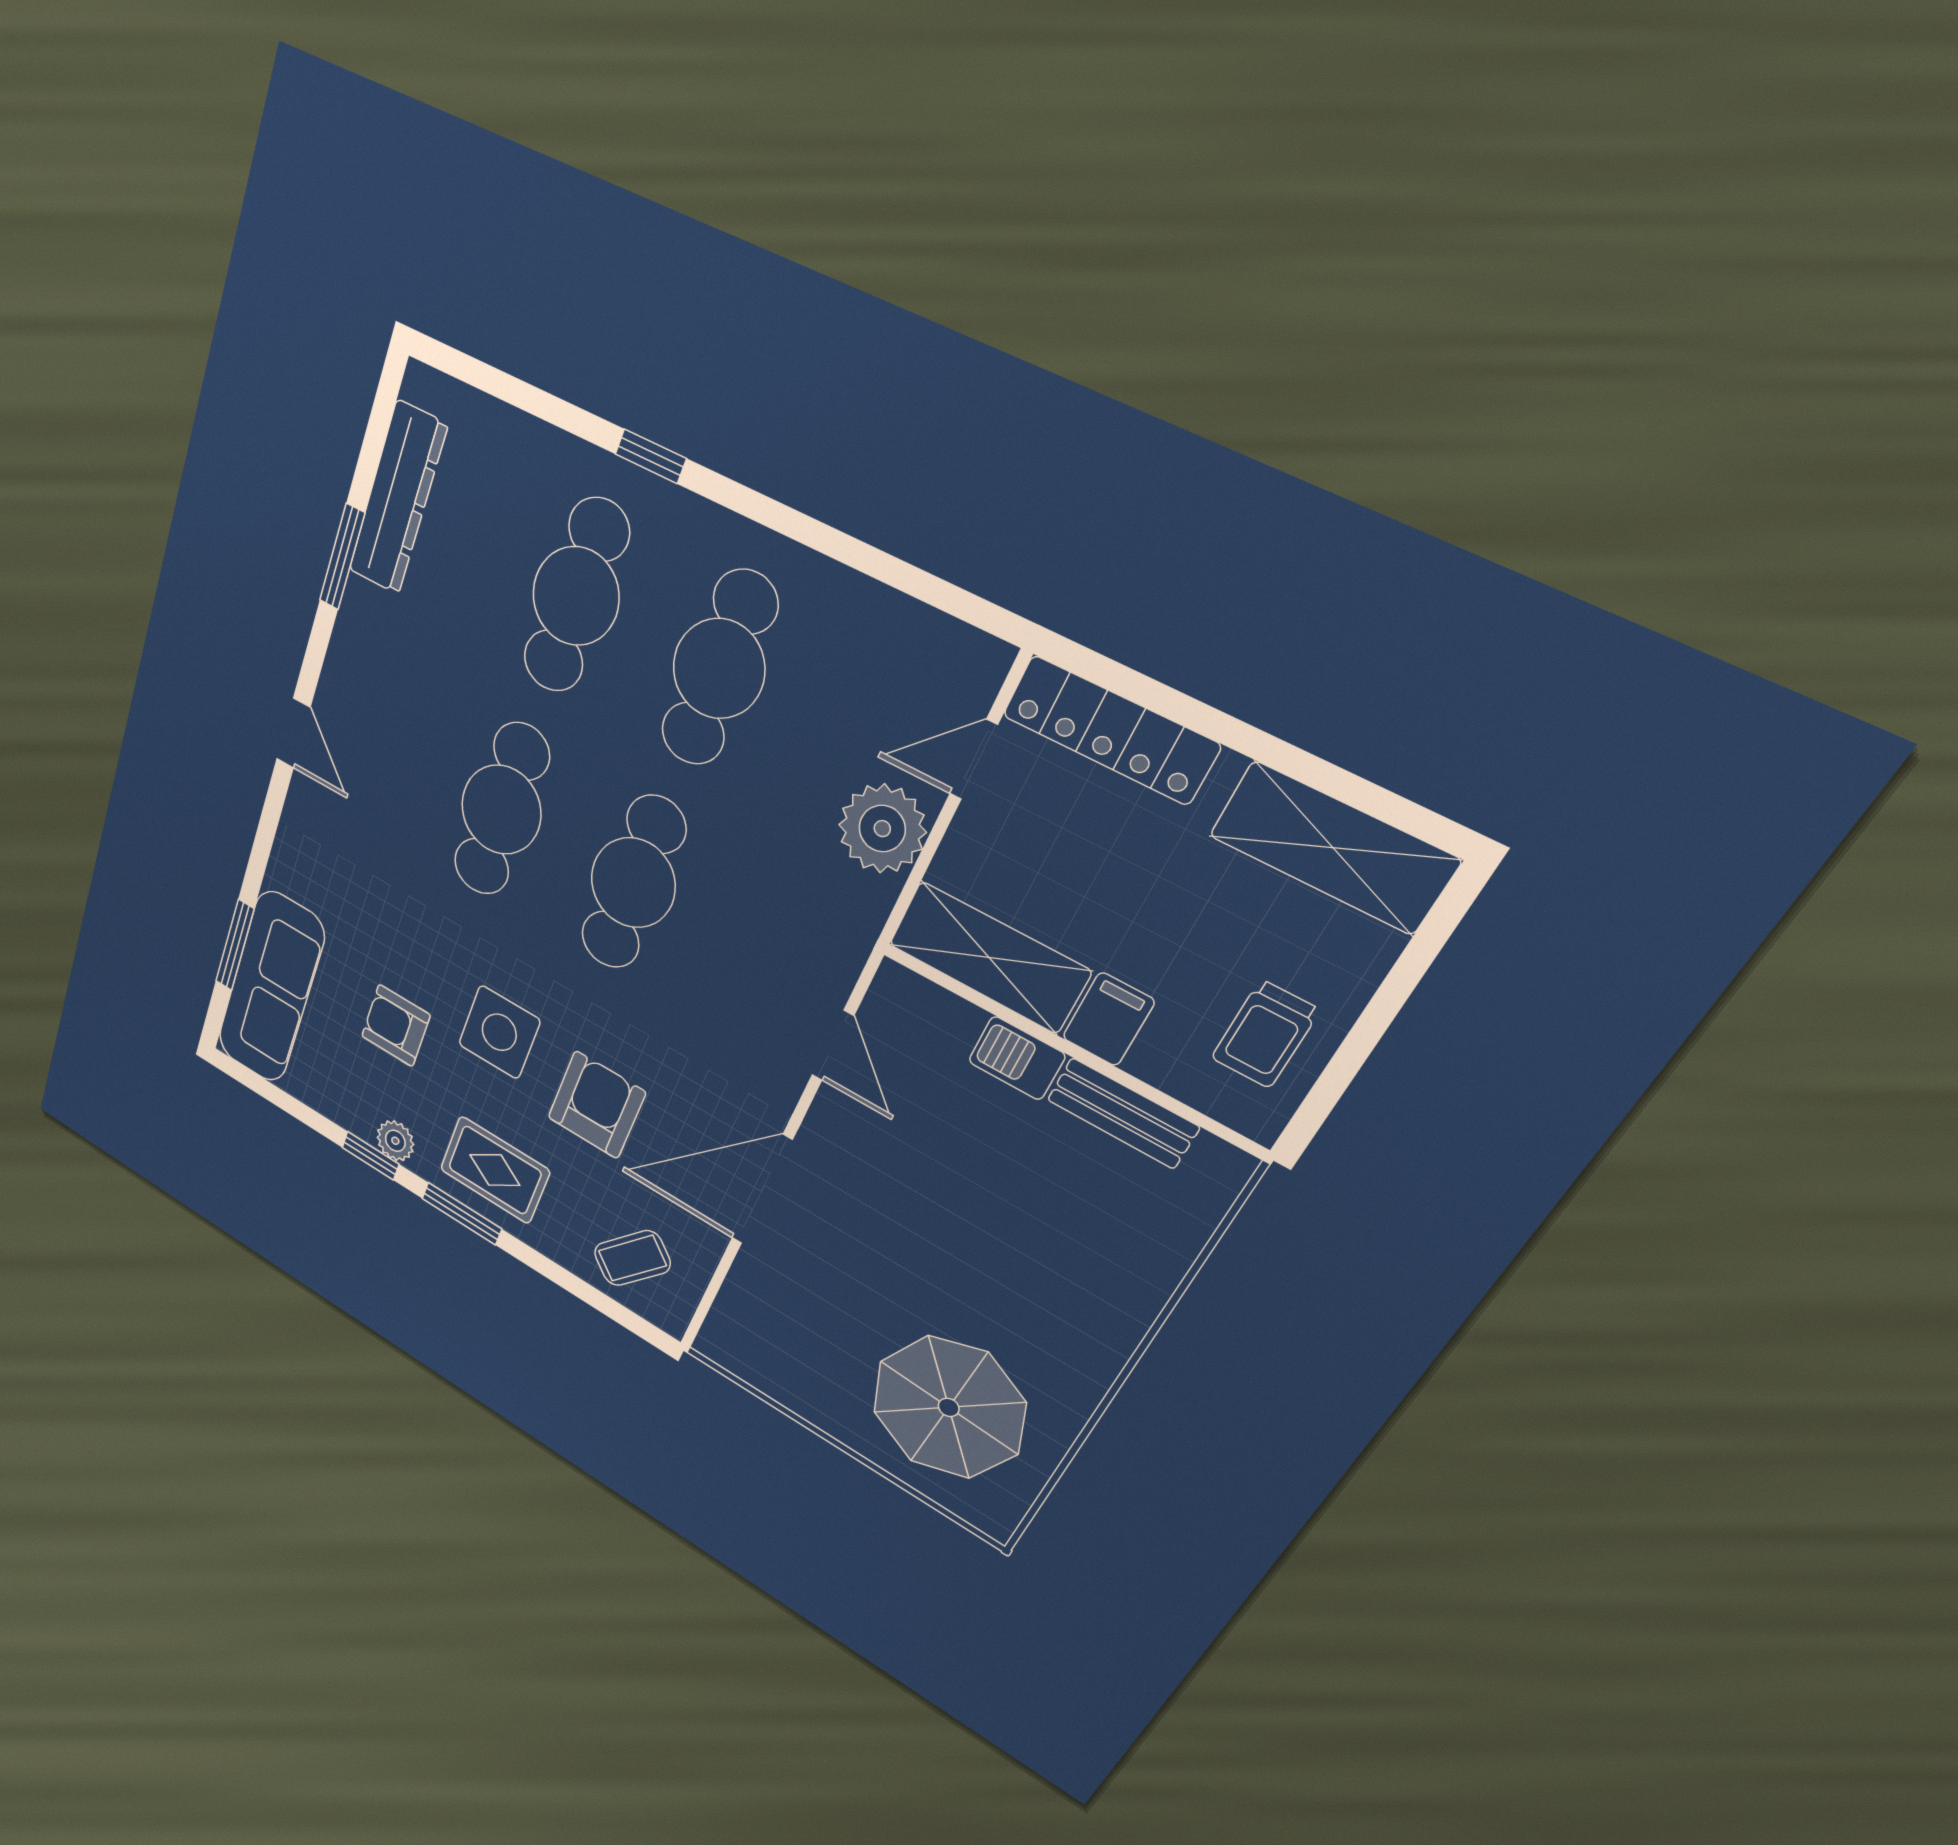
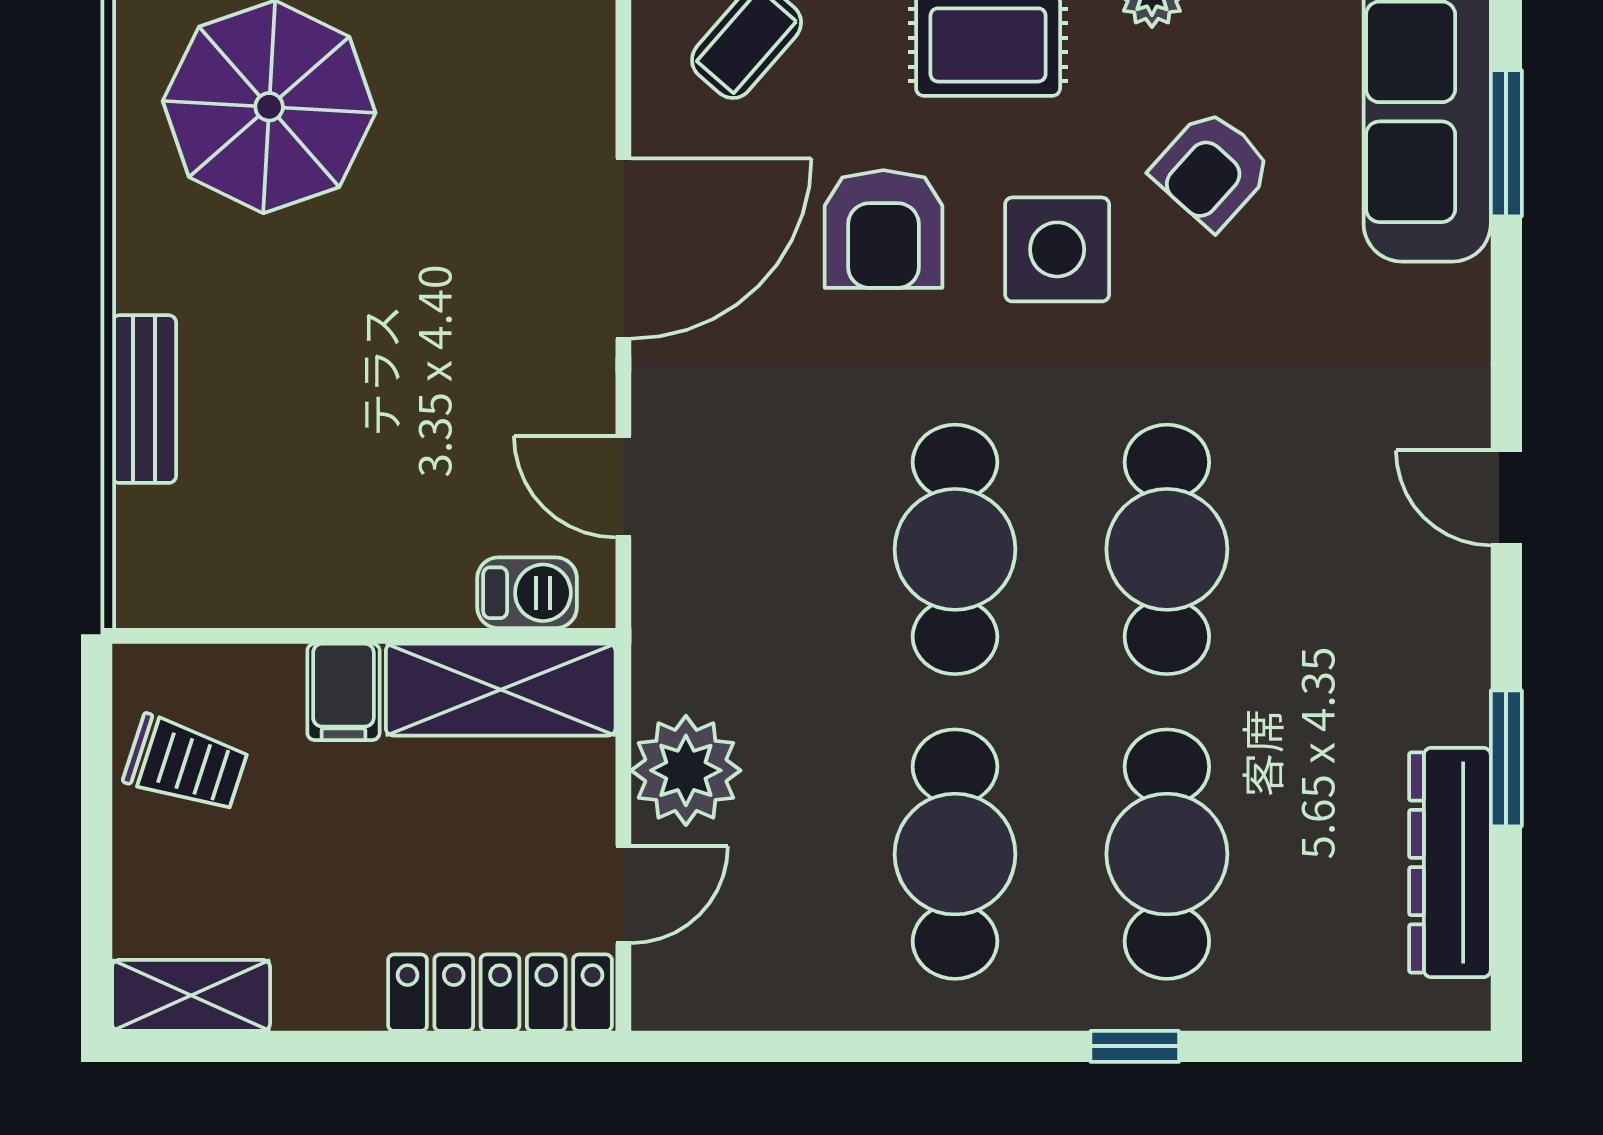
shelving: (1333, 848) -> (191, 995), width x0.67, depth x0.75
armchair: (396, 1026) -> (1212, 169), turned 132
trolley: (1265, 1034) -> (186, 764), turned 108
barbecue: (1017, 1058) -> (527, 593), moved
bench: (1123, 1113) -> (144, 399), moved, turned 90

